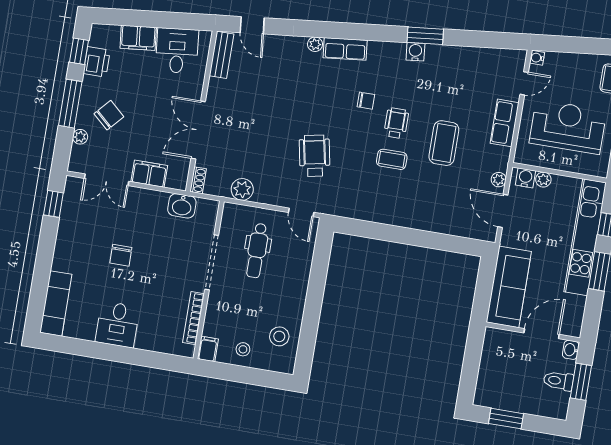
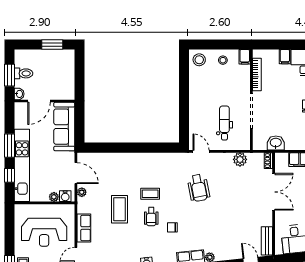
stool: (279, 336) -> (199, 60), moved
filing cabinet: (145, 339) -> (285, 57), added

